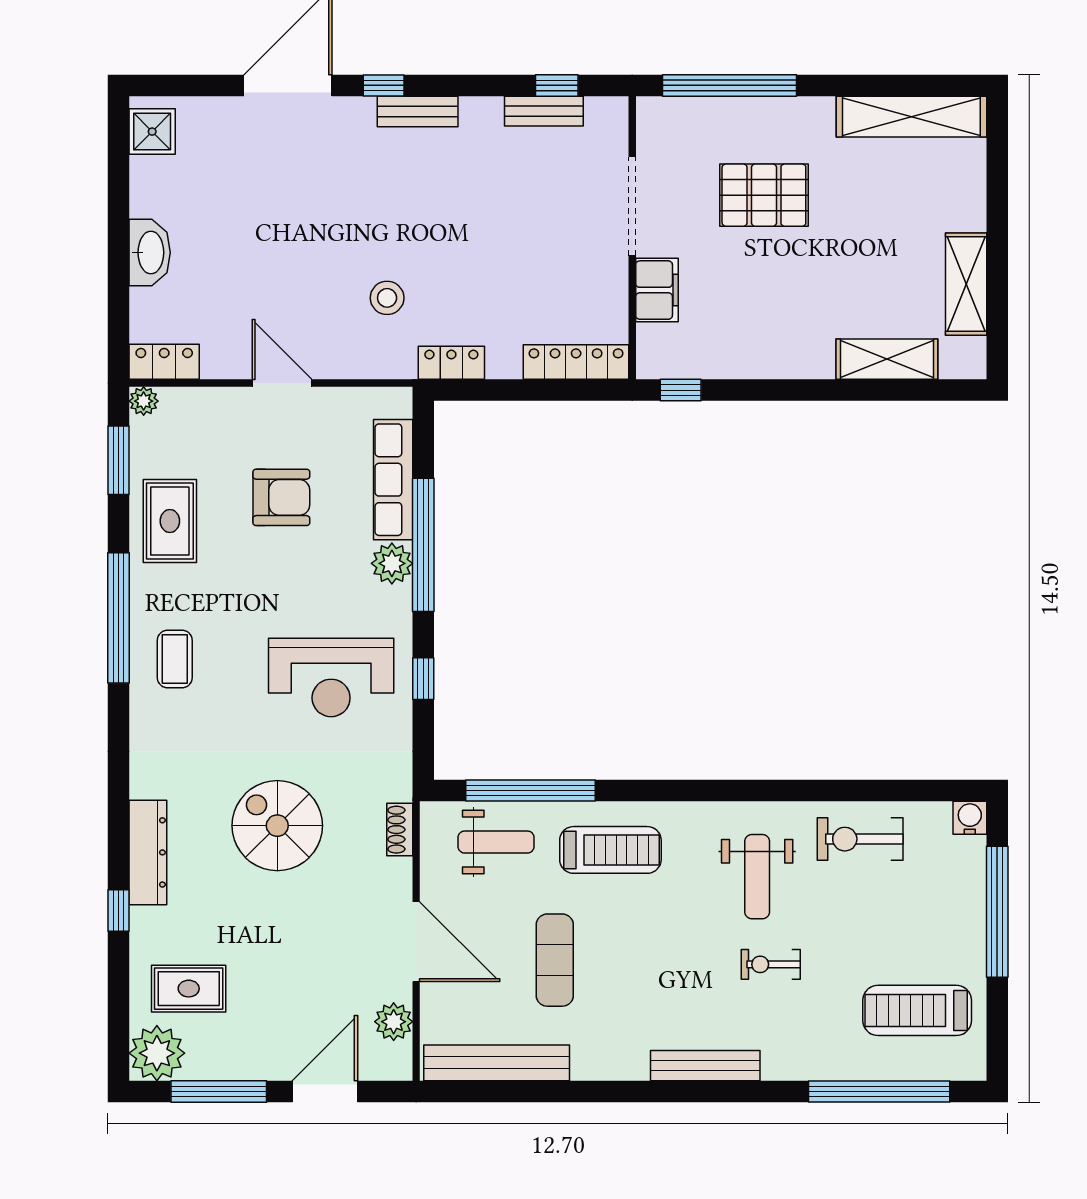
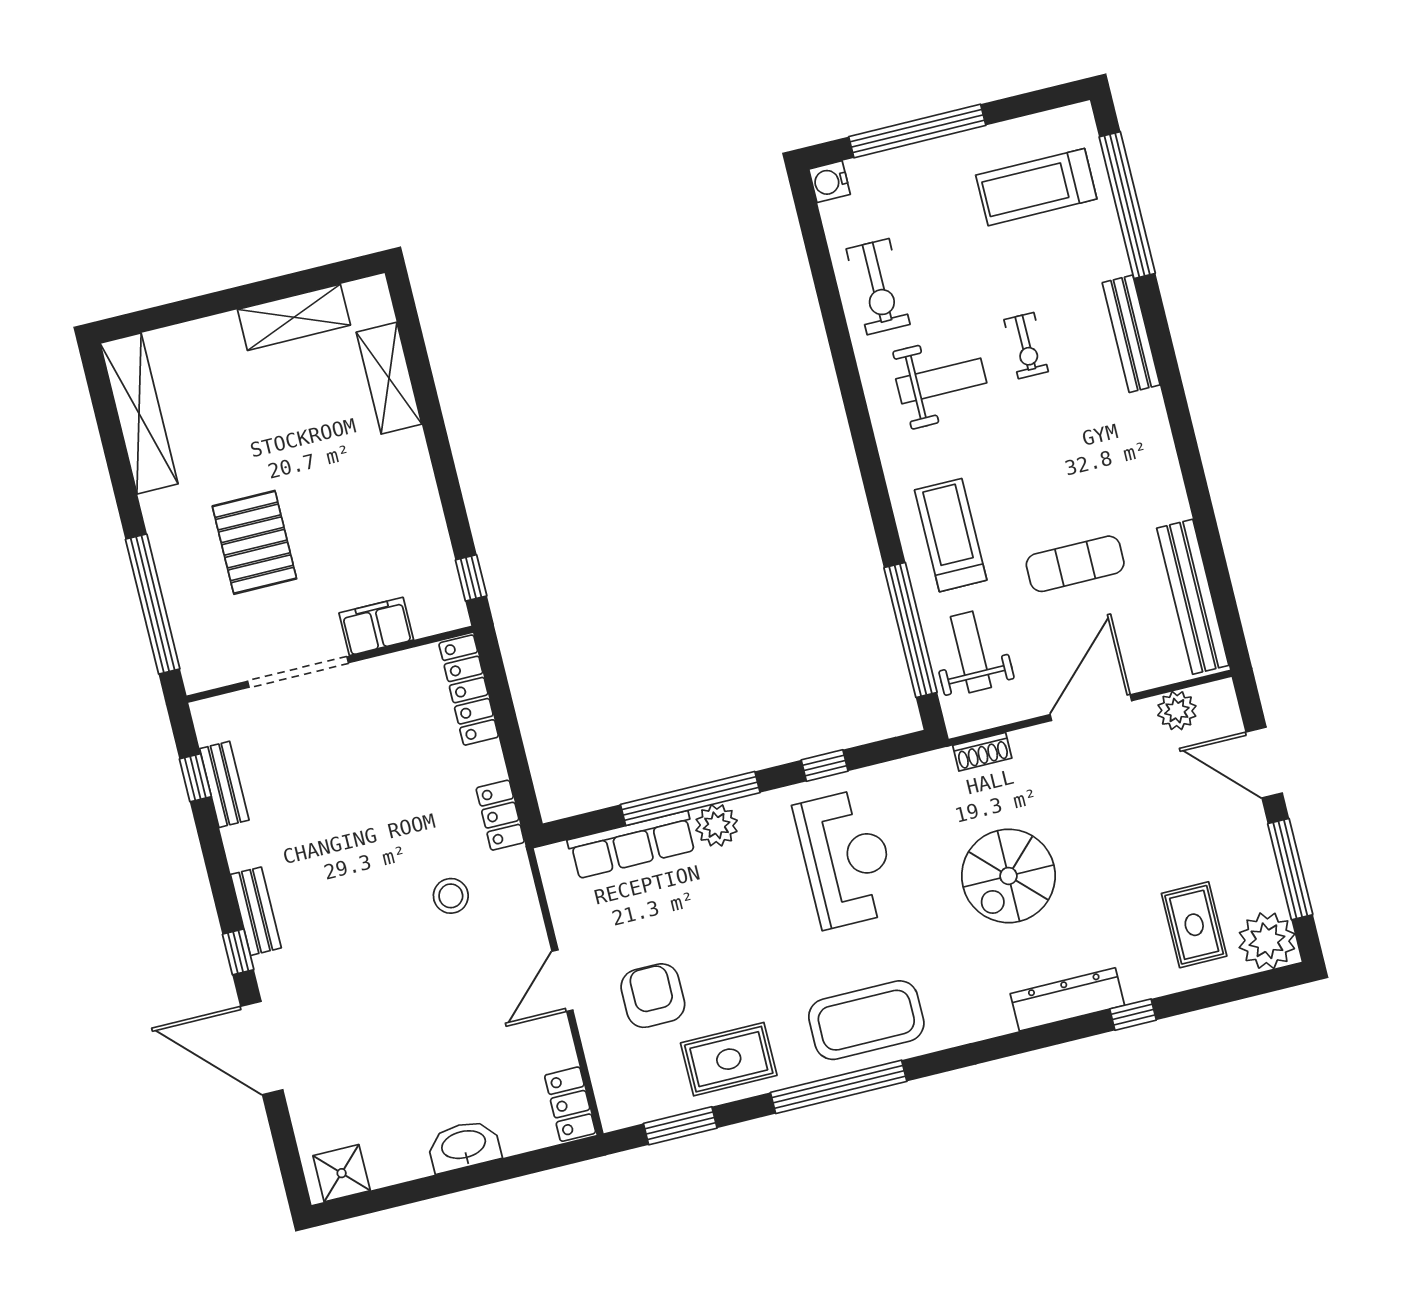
plant: (144, 401) -> (615, 1115), removed
armchair: (281, 497) -> (653, 996), moved
coffee table: (175, 659) -> (866, 1020), width x1.86, depth x1.72
treadmill: (917, 1010) -> (1036, 187), turned 90
bench: (705, 1066) -> (1131, 334), moved

